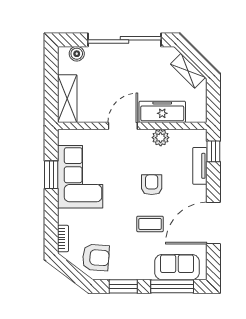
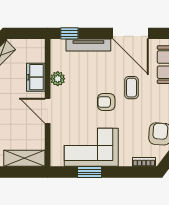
freezer: (162, 112) -> (36, 77), width x0.71
tv unit: (200, 166) -> (88, 45), width x1.41
armchair: (152, 185) -> (106, 102), moved

